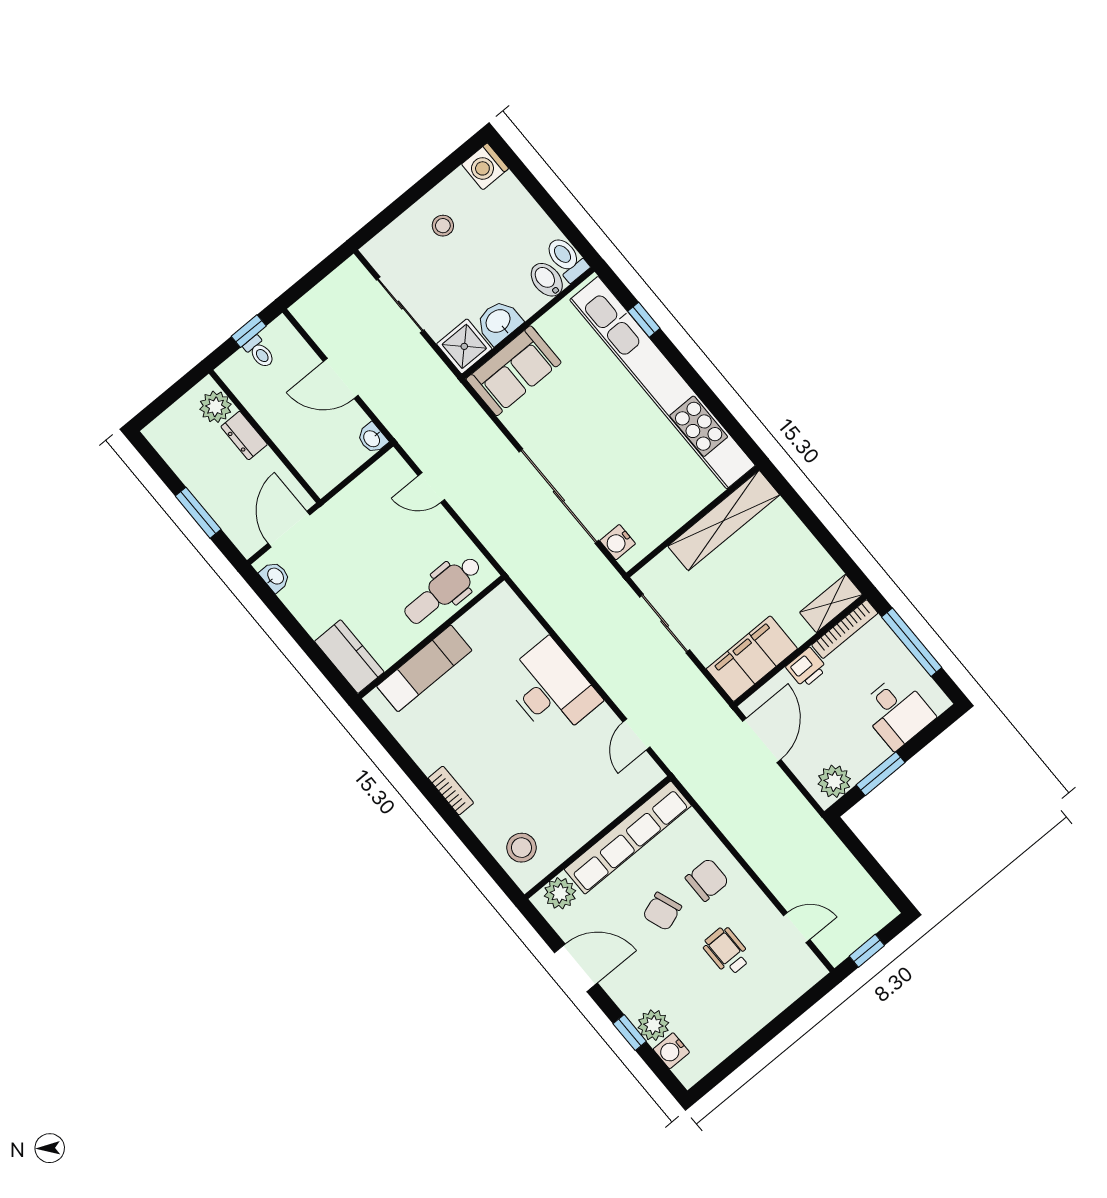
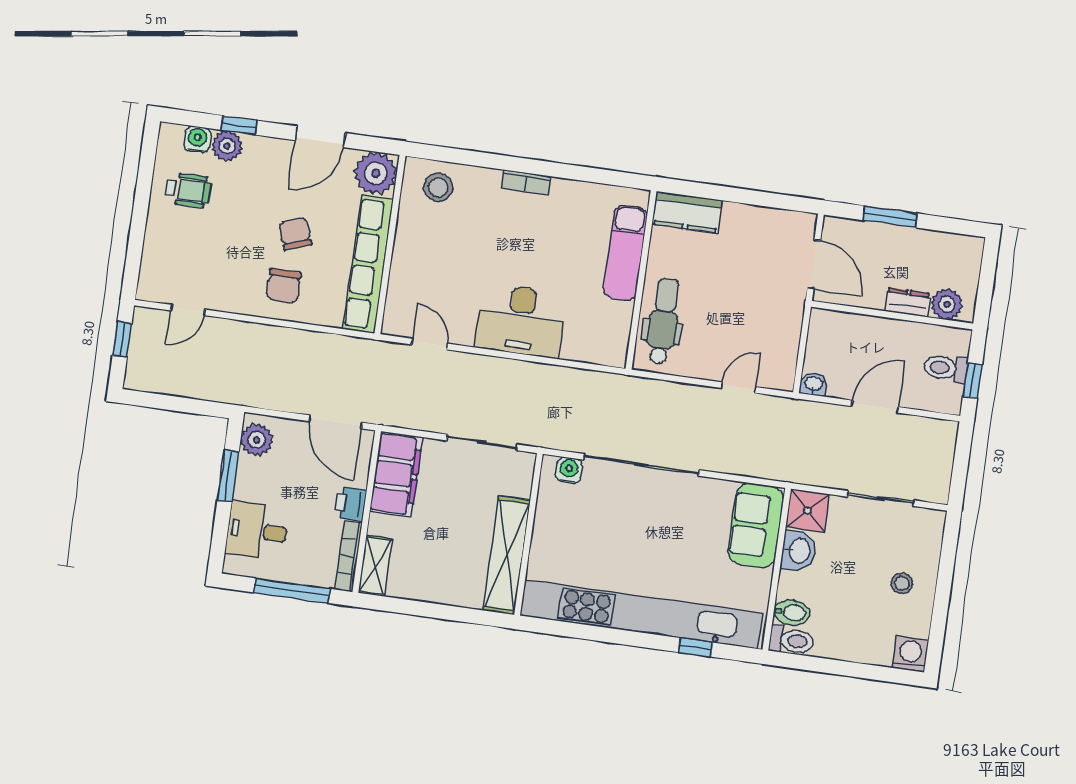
toilet: (259, 352) -> (946, 368), width x1.37, depth x1.39
washbasin: (275, 577) -> (793, 221), removed
plant: (560, 893) -> (376, 173), width x1.36, depth x1.36
wheelchair: (727, 951) -> (188, 190), moved

